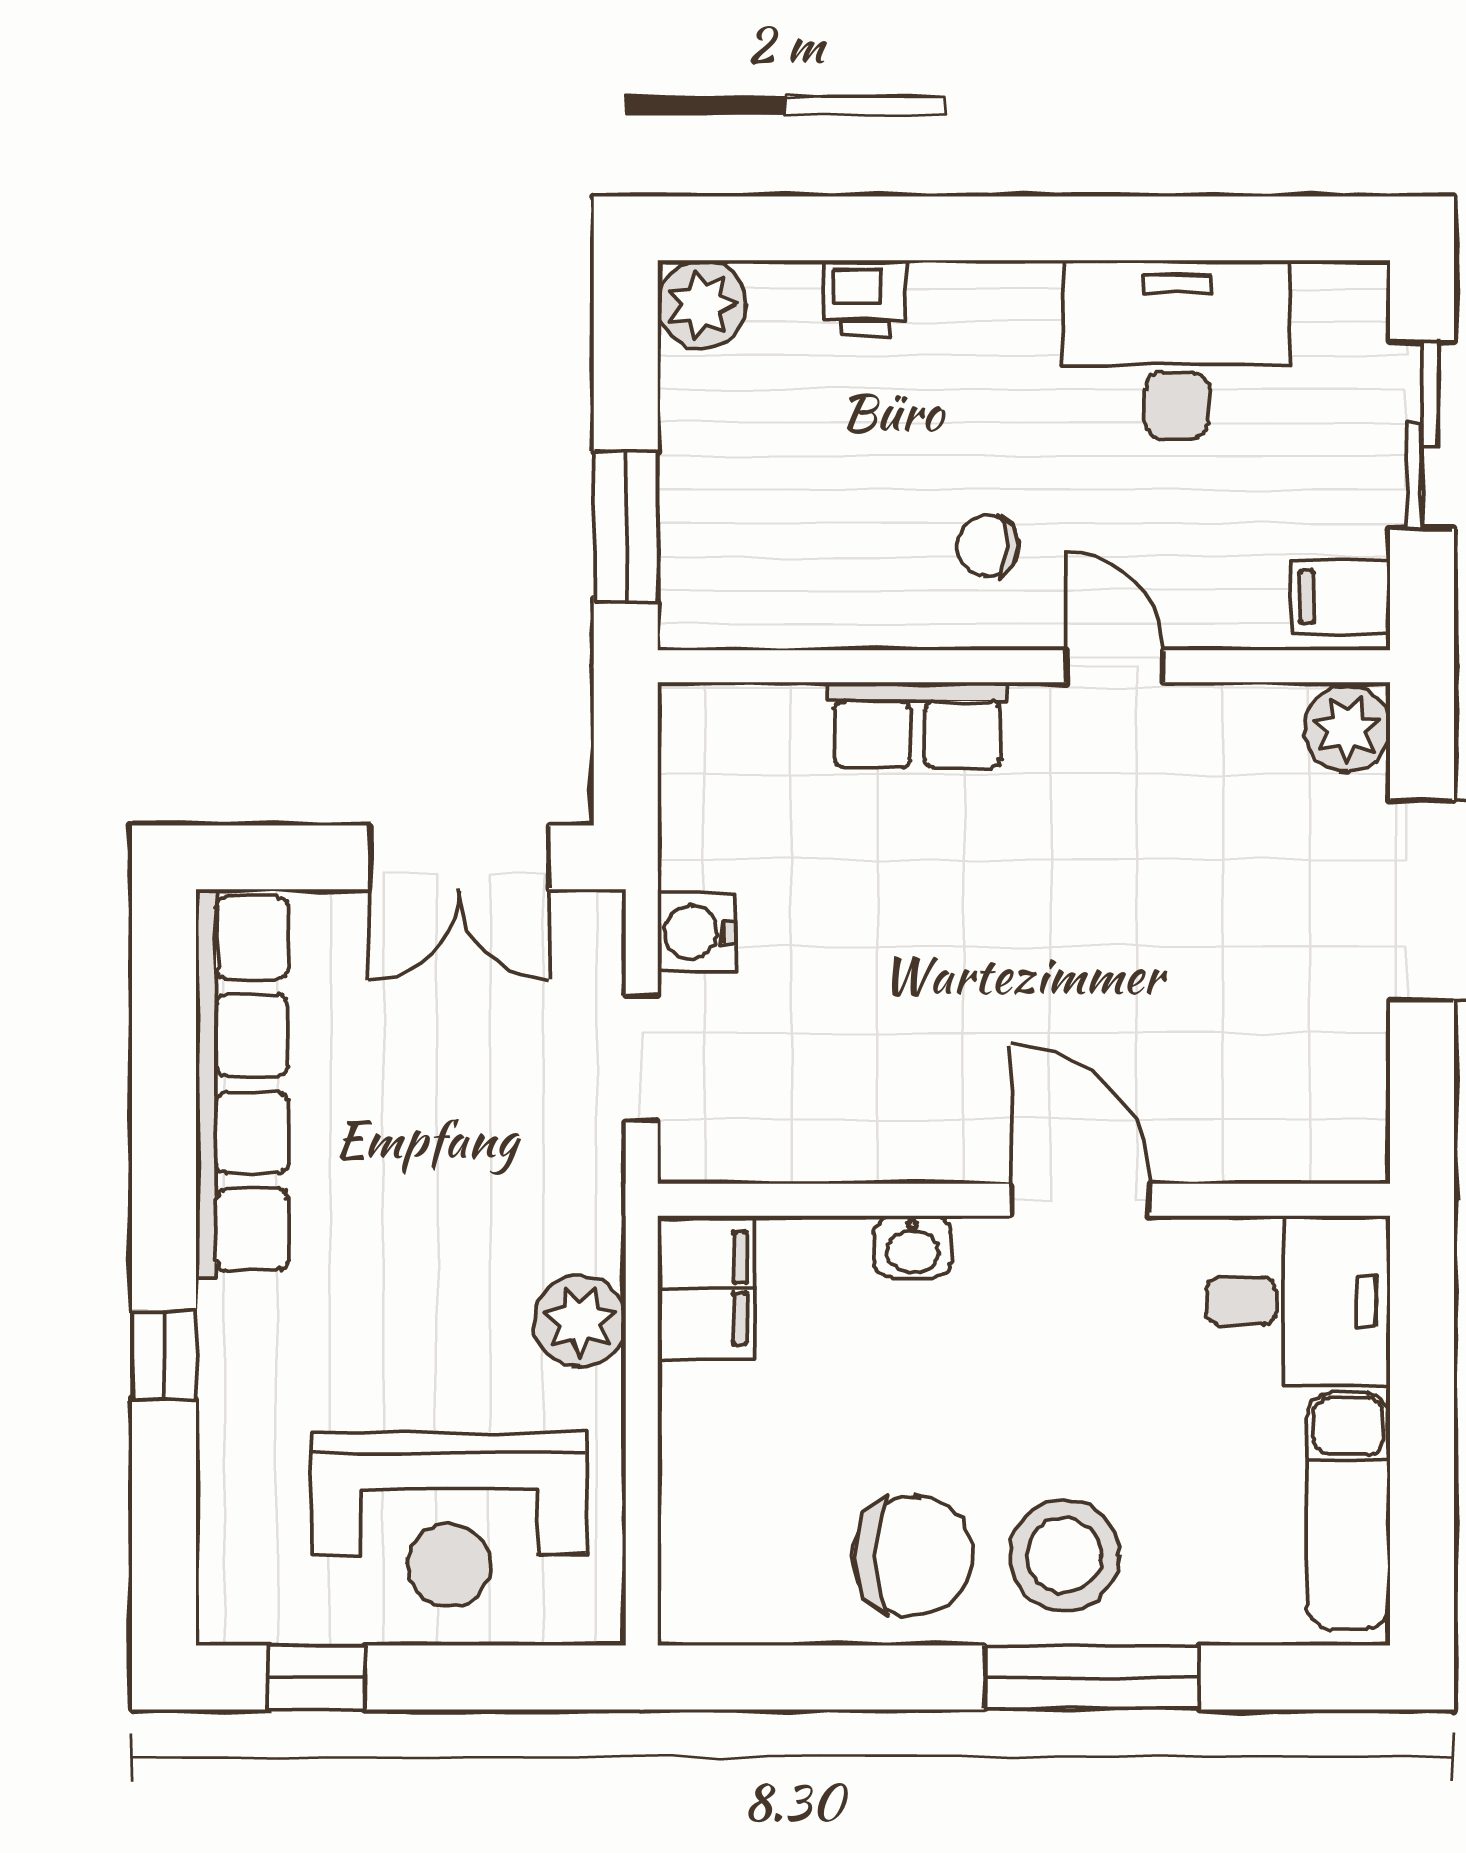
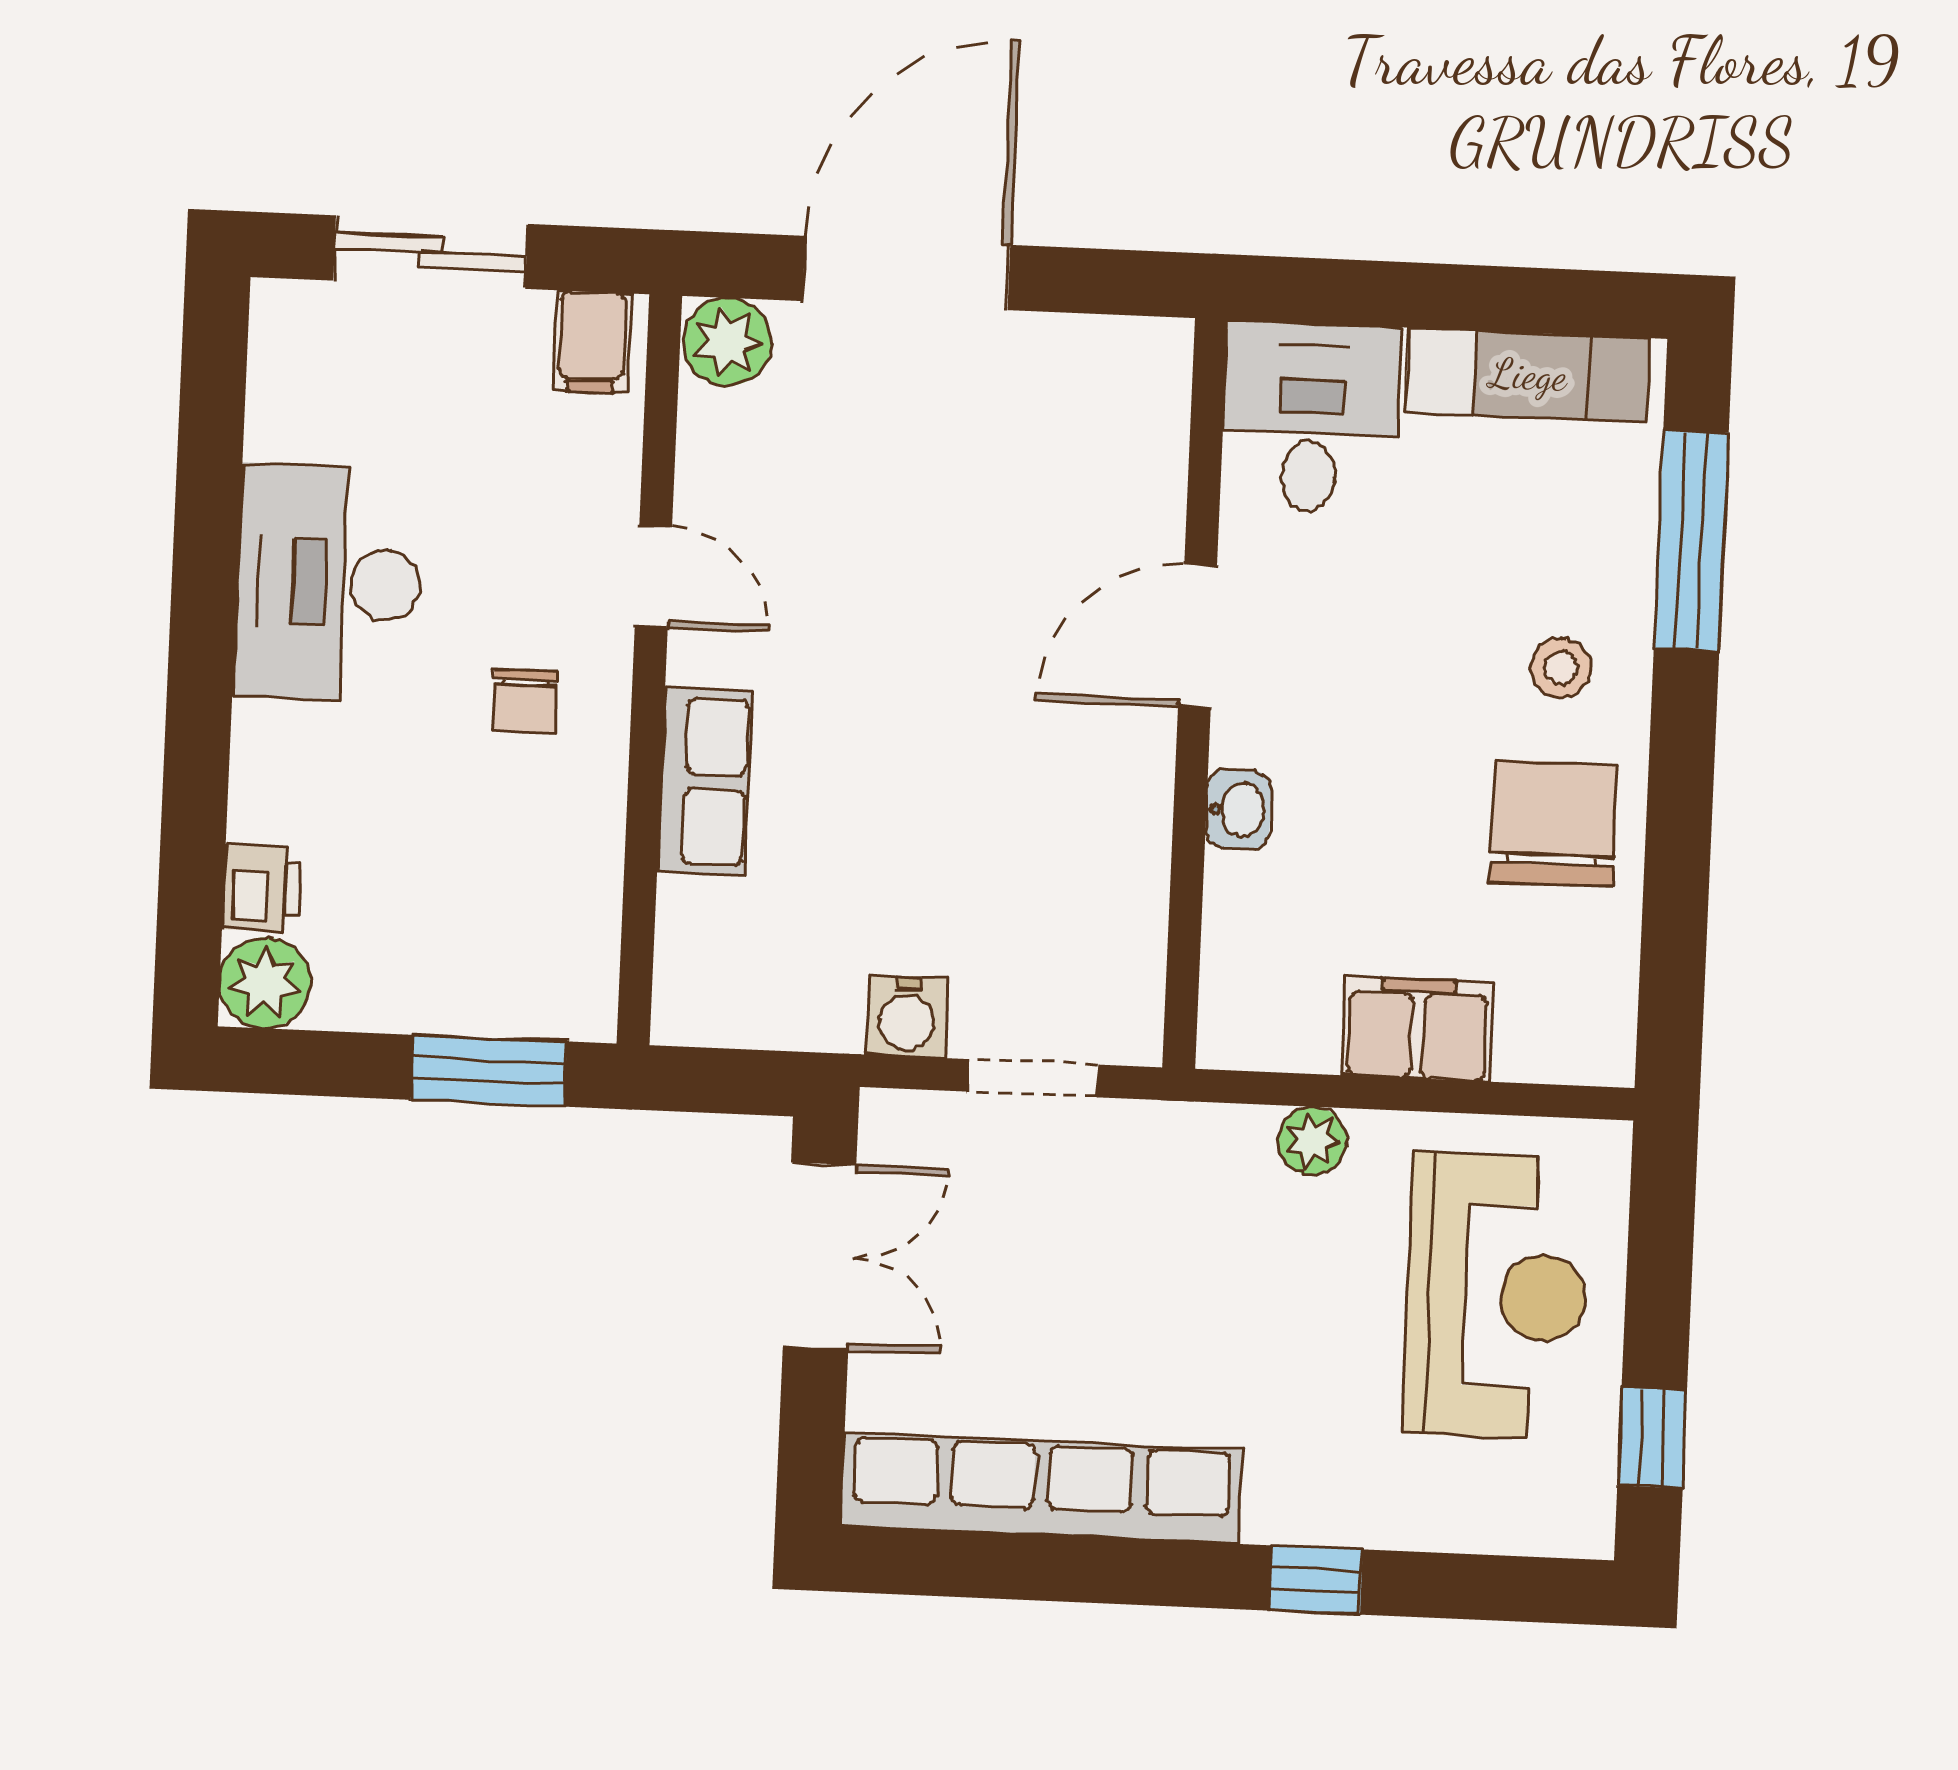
printer: (865, 298) -> (262, 888), moved
desk: (1177, 350) -> (329, 583), moved
door: (1115, 666) -> (653, 577), swing flipped
filing cabinet: (706, 1288) -> (1418, 1029), moved
plant: (580, 1321) -> (1312, 1141), width x0.73, depth x0.73
stool: (1064, 1555) -> (1561, 668), width x0.53, depth x0.53
window: (1092, 1677) -> (1691, 541), moved

